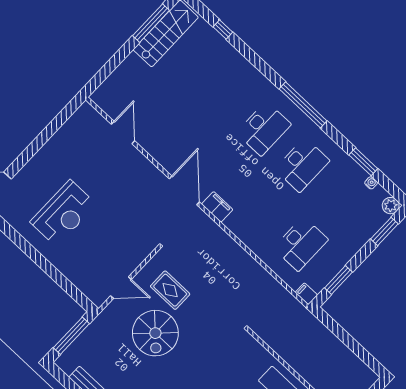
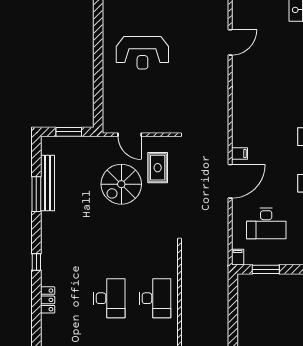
door: (184, 190) -> (230, 181), moved
filing cabinet: (217, 207) -> (239, 153), width x0.50
window: (71, 336) -> (69, 132), width x0.69

